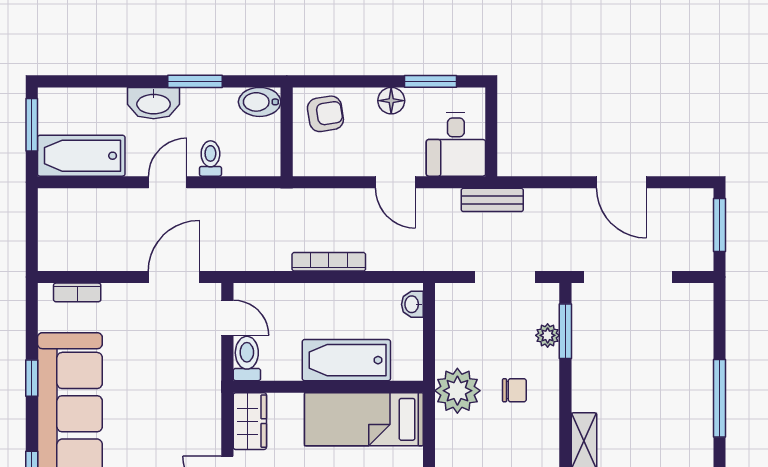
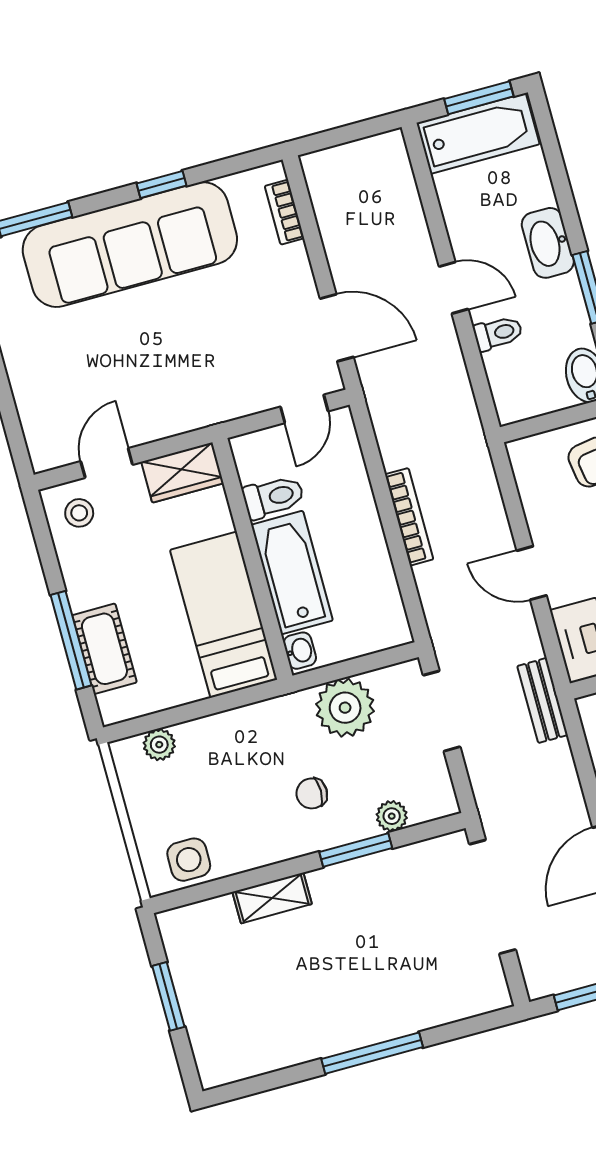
bathtub: (81, 156) -> (478, 134), moved, turned 90
door: (395, 182) -> (532, 573), hinge flipped
doorway: (505, 277) -> (442, 711), moved
washbasin: (412, 304) -> (300, 651), moved, turned 90
window: (565, 331) -> (356, 850), moved
toilet: (247, 359) -> (273, 497), moved
chair: (514, 390) -> (312, 793), turned 90
plant: (457, 391) -> (345, 708), moved

